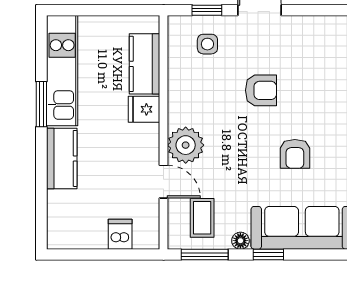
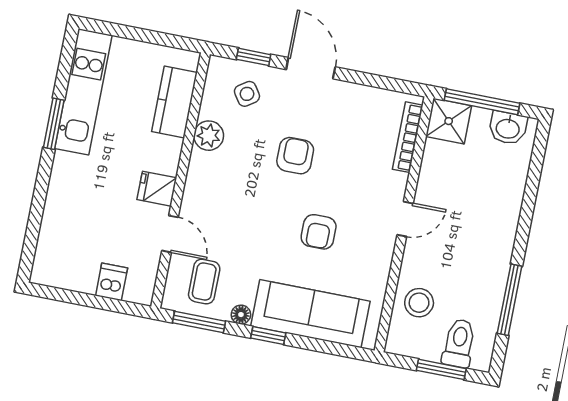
side table: (207, 44) -> (247, 94), turned -34
armchair: (261, 90) -> (295, 156), turned -90
fridge: (144, 109) -> (157, 189), moved
plant: (186, 145) -> (209, 136), moved, width x0.73, depth x0.73
kitchen counter: (62, 158) -> (64, 187), removed

